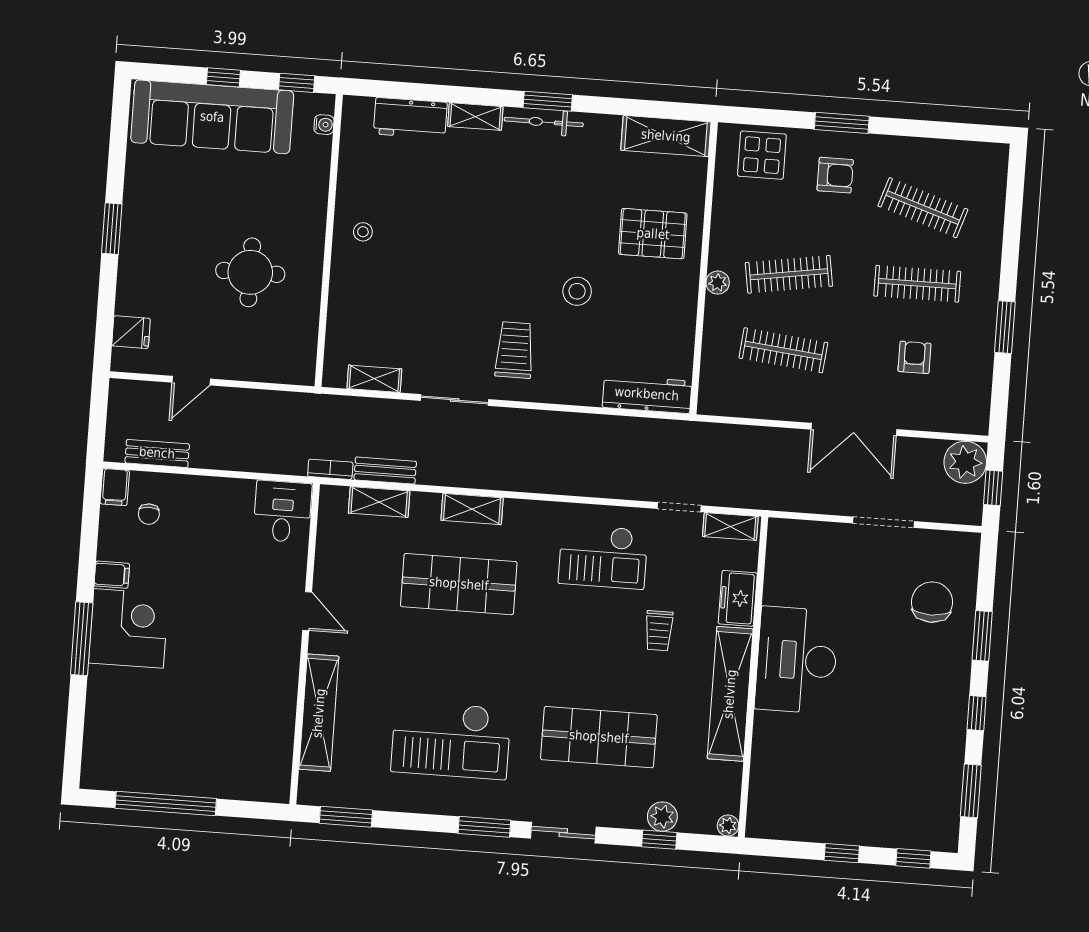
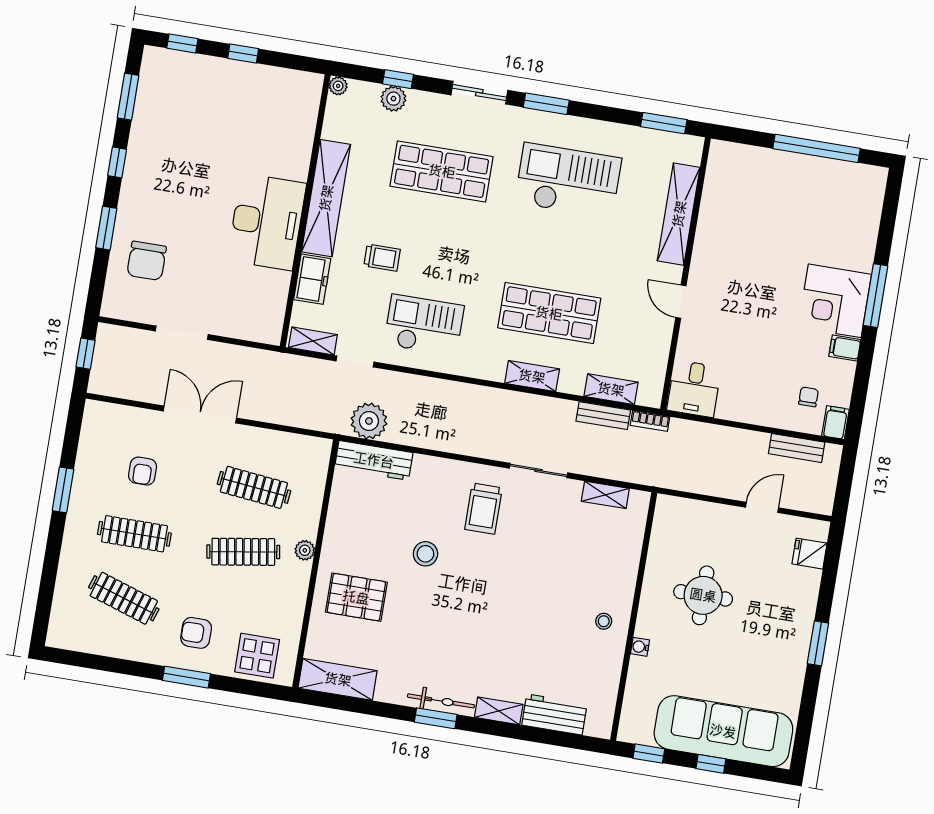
water cooler: (324, 125) -> (640, 647), moved
plant: (965, 462) -> (369, 421), moved
trolley: (659, 631) -> (382, 258), turned 90

